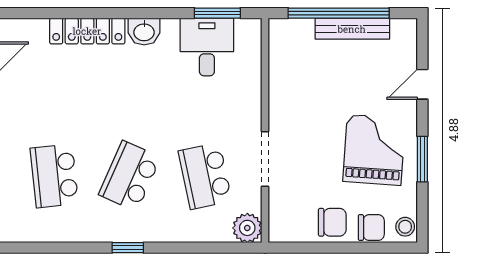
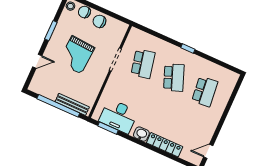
bench: (352, 29) -> (72, 104), moved
desk: (207, 47) -> (119, 116), width x1.37
grand piano: (374, 150) -> (76, 55), moved
school desk: (130, 176) -> (174, 78), turned -45
plant: (247, 228) -> (135, 35), removed

